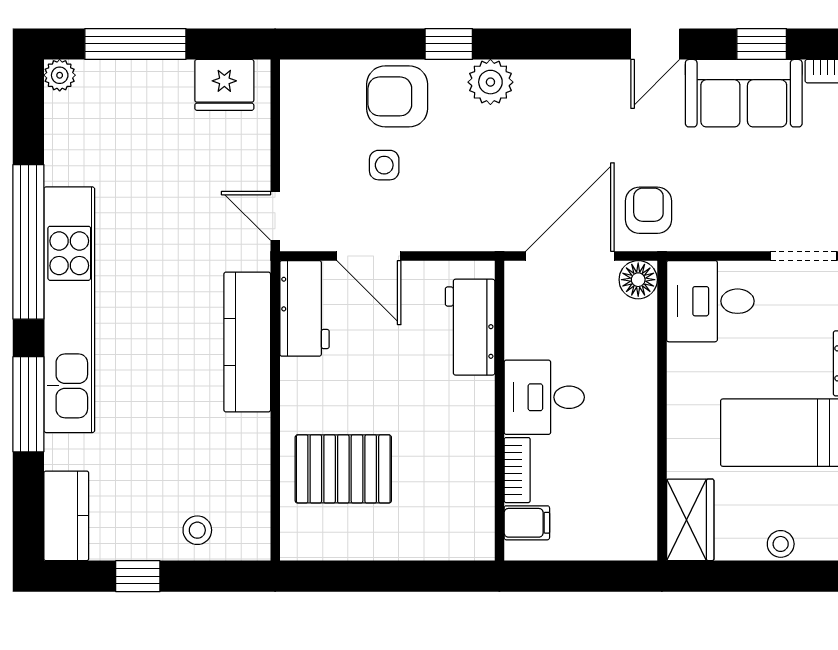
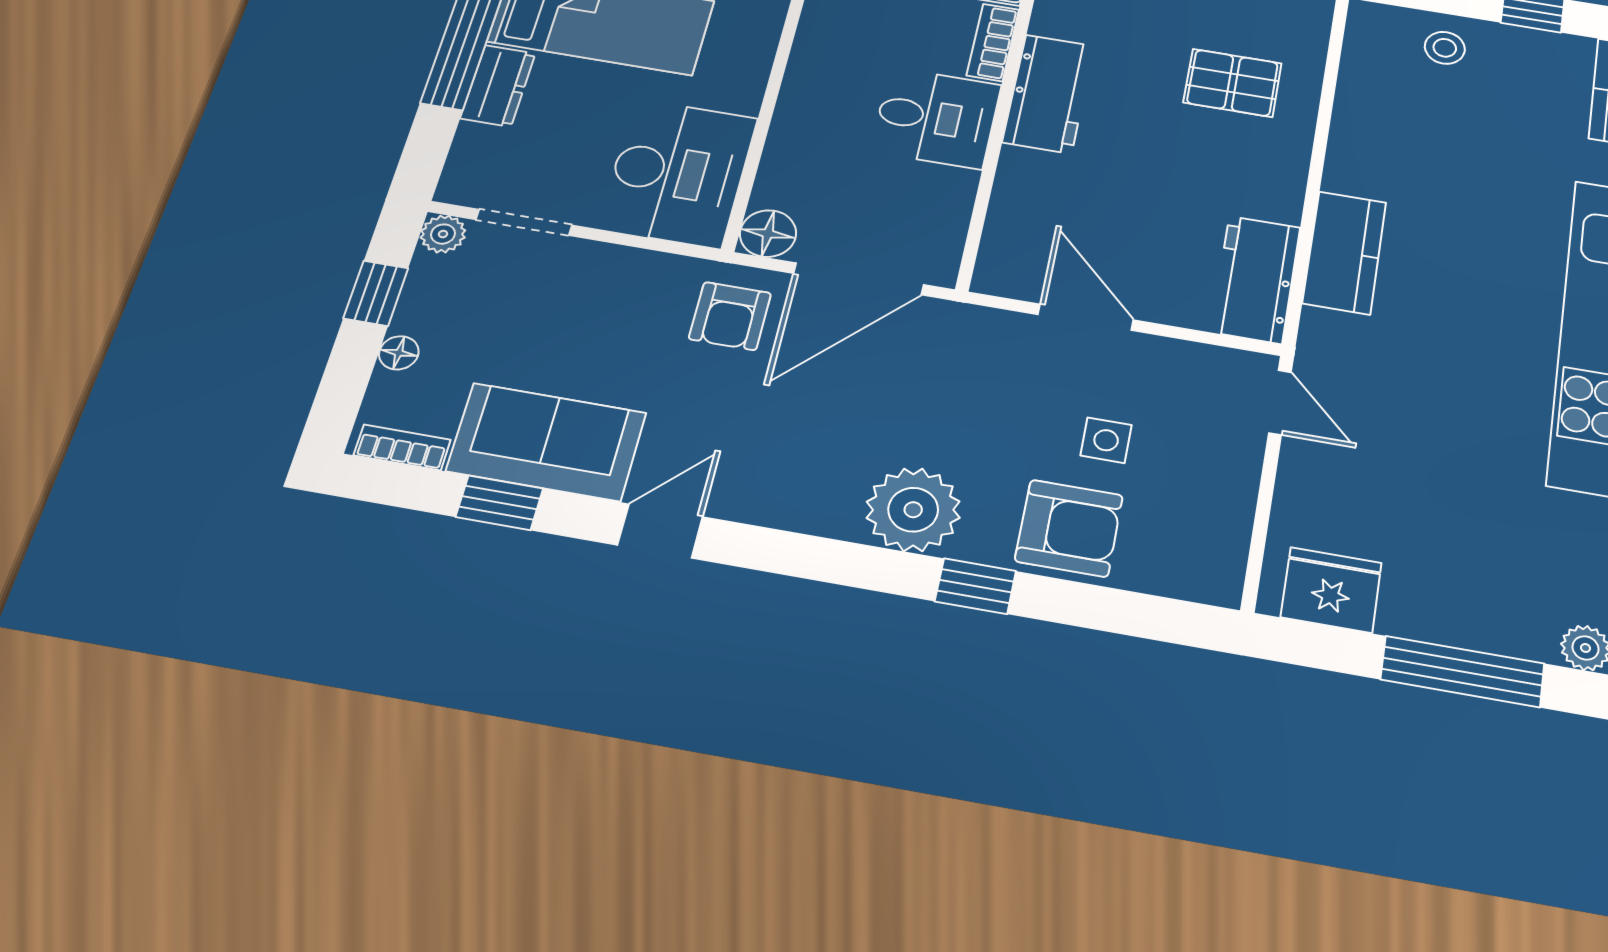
plant: (490, 82) -> (913, 510), width x1.36, depth x1.36
door: (369, 256) -> (1086, 317), moved
desk: (710, 301) -> (678, 173), width x1.37
workbench: (470, 327) -> (1049, 94), moved
kitchen counter: (247, 342) -> (1344, 253), width x0.67
pallet: (343, 469) -> (1232, 83), width x0.67, depth x0.71

